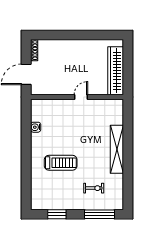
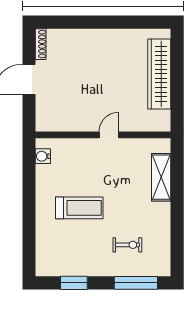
wall: (77, 97) -> (103, 135), moved
door: (81, 97) -> (109, 135), moved
shelving: (117, 149) -> (161, 177), width x0.68

